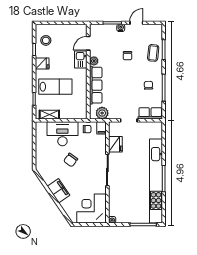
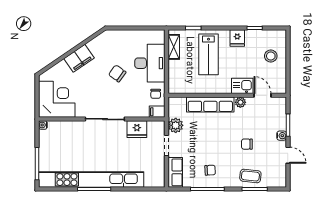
stool: (46, 40) -> (271, 56), moved
plant: (102, 113) -> (176, 125), moved

